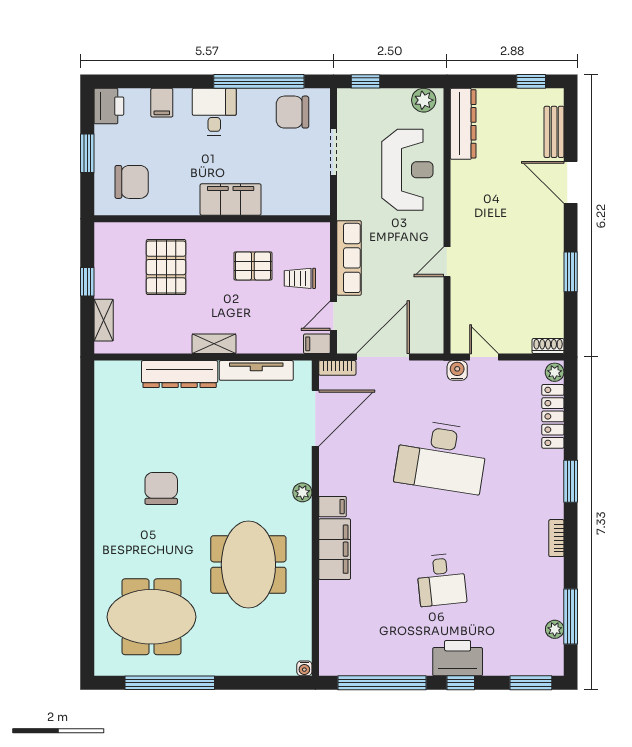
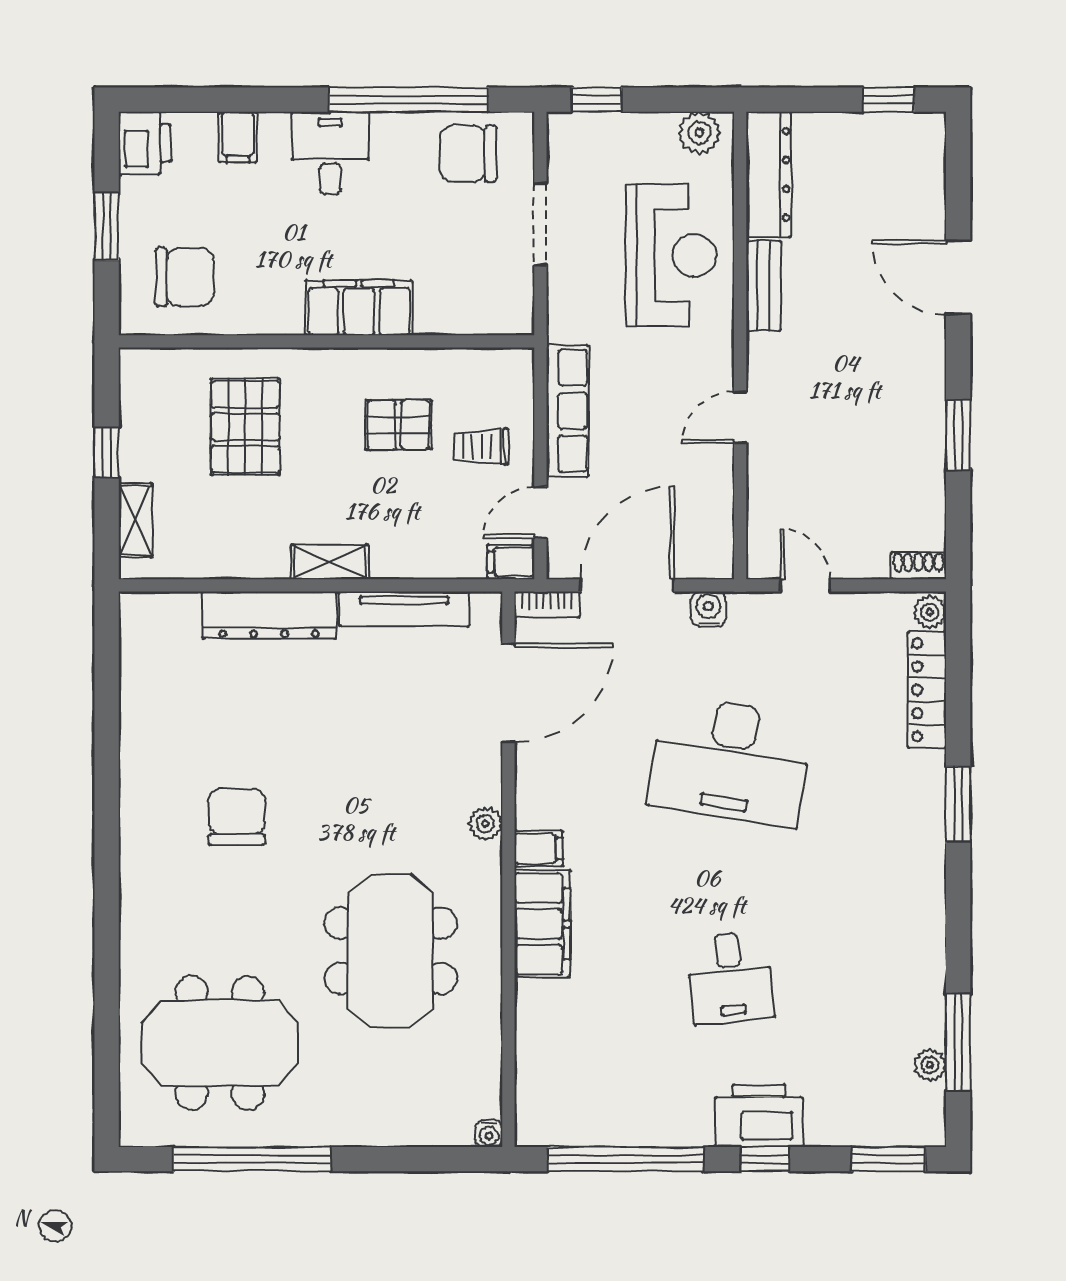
bench: (554, 132) -> (764, 286), moved
water cooler: (457, 370) -> (708, 609), moved
bookcase: (556, 538) -> (933, 904), removed

